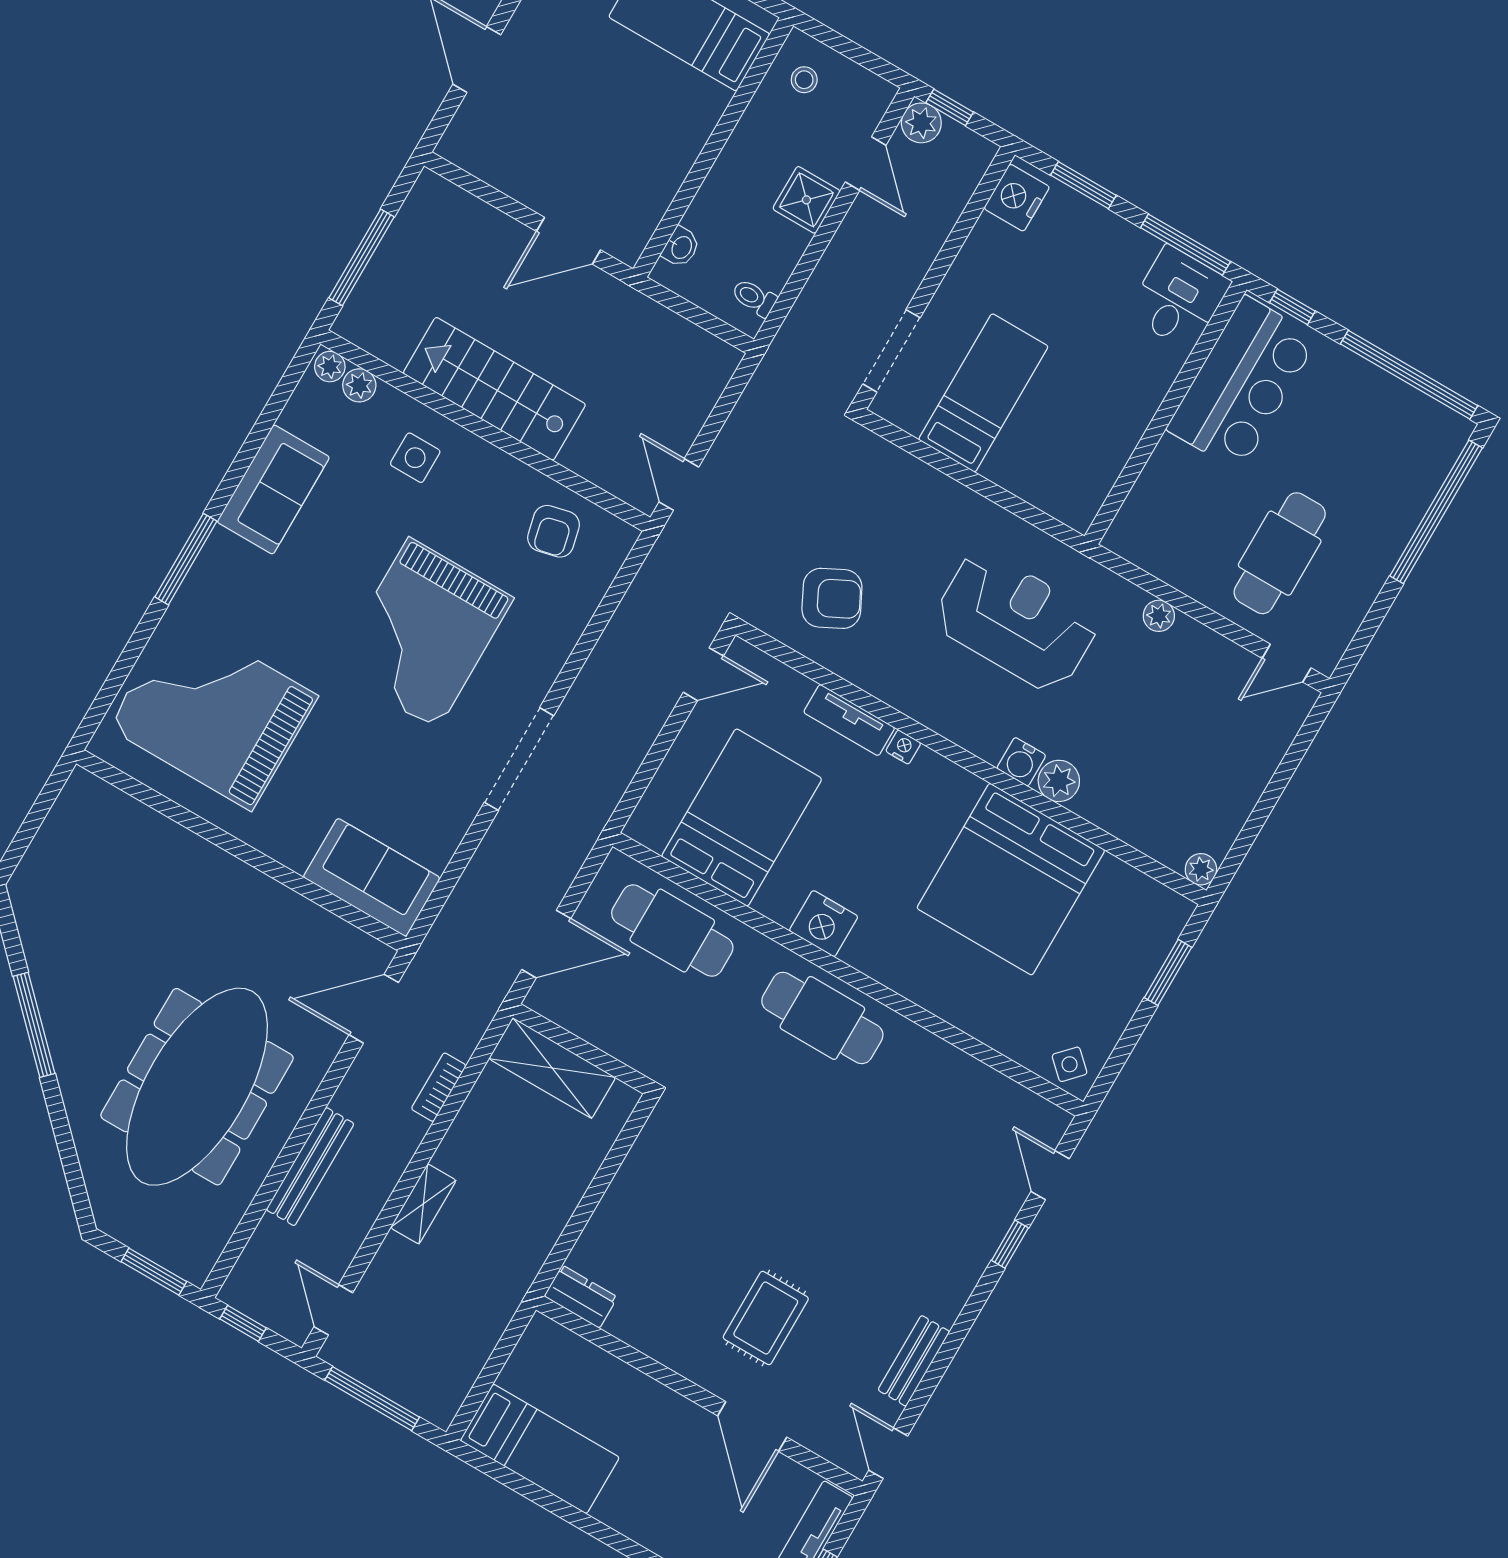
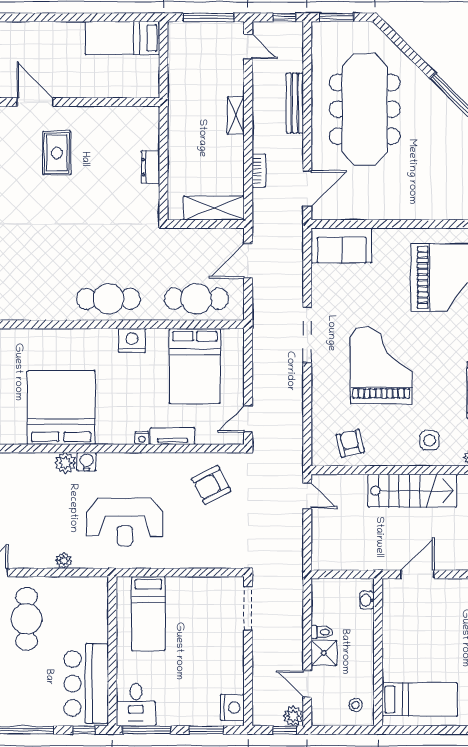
toilet: (754, 298) -> (322, 632), moved
bed: (983, 393) -> (148, 614), moved
dresser: (581, 1297) -> (150, 167), moved, turned 90

